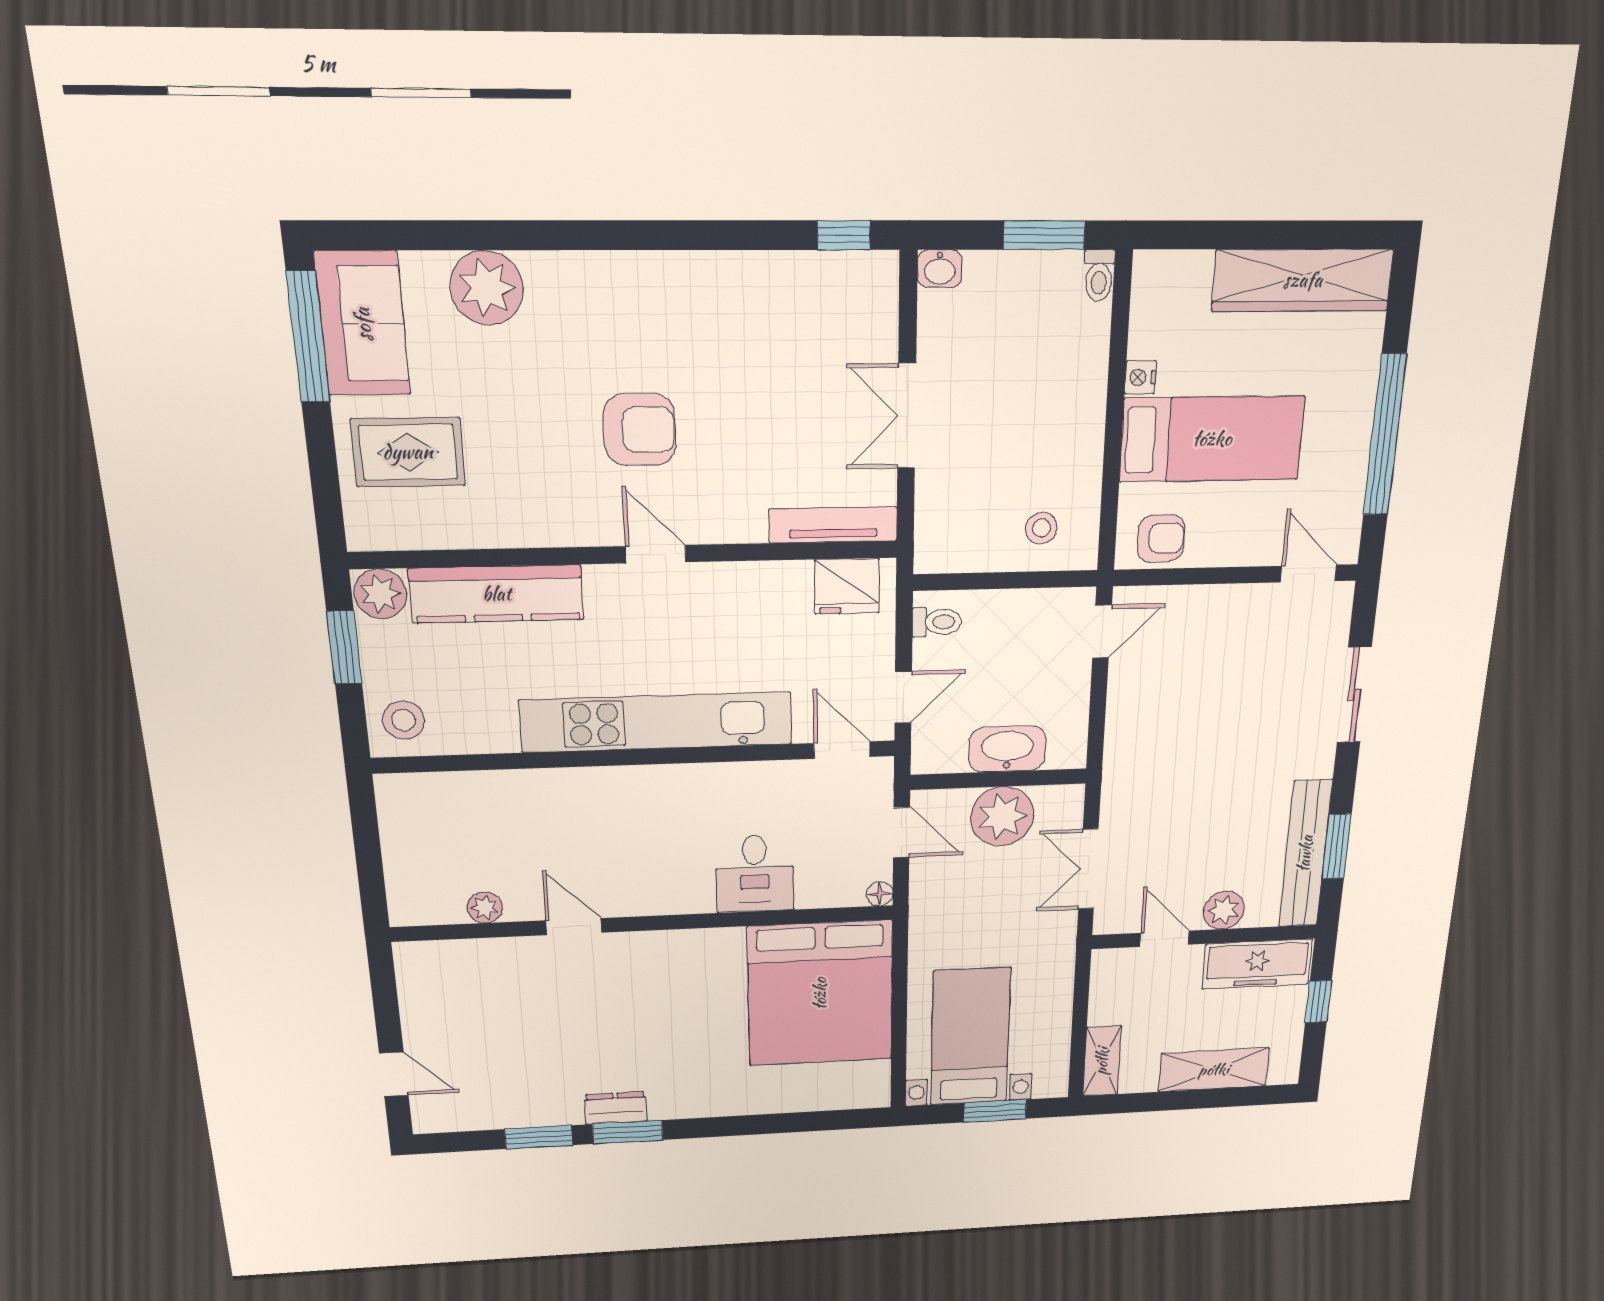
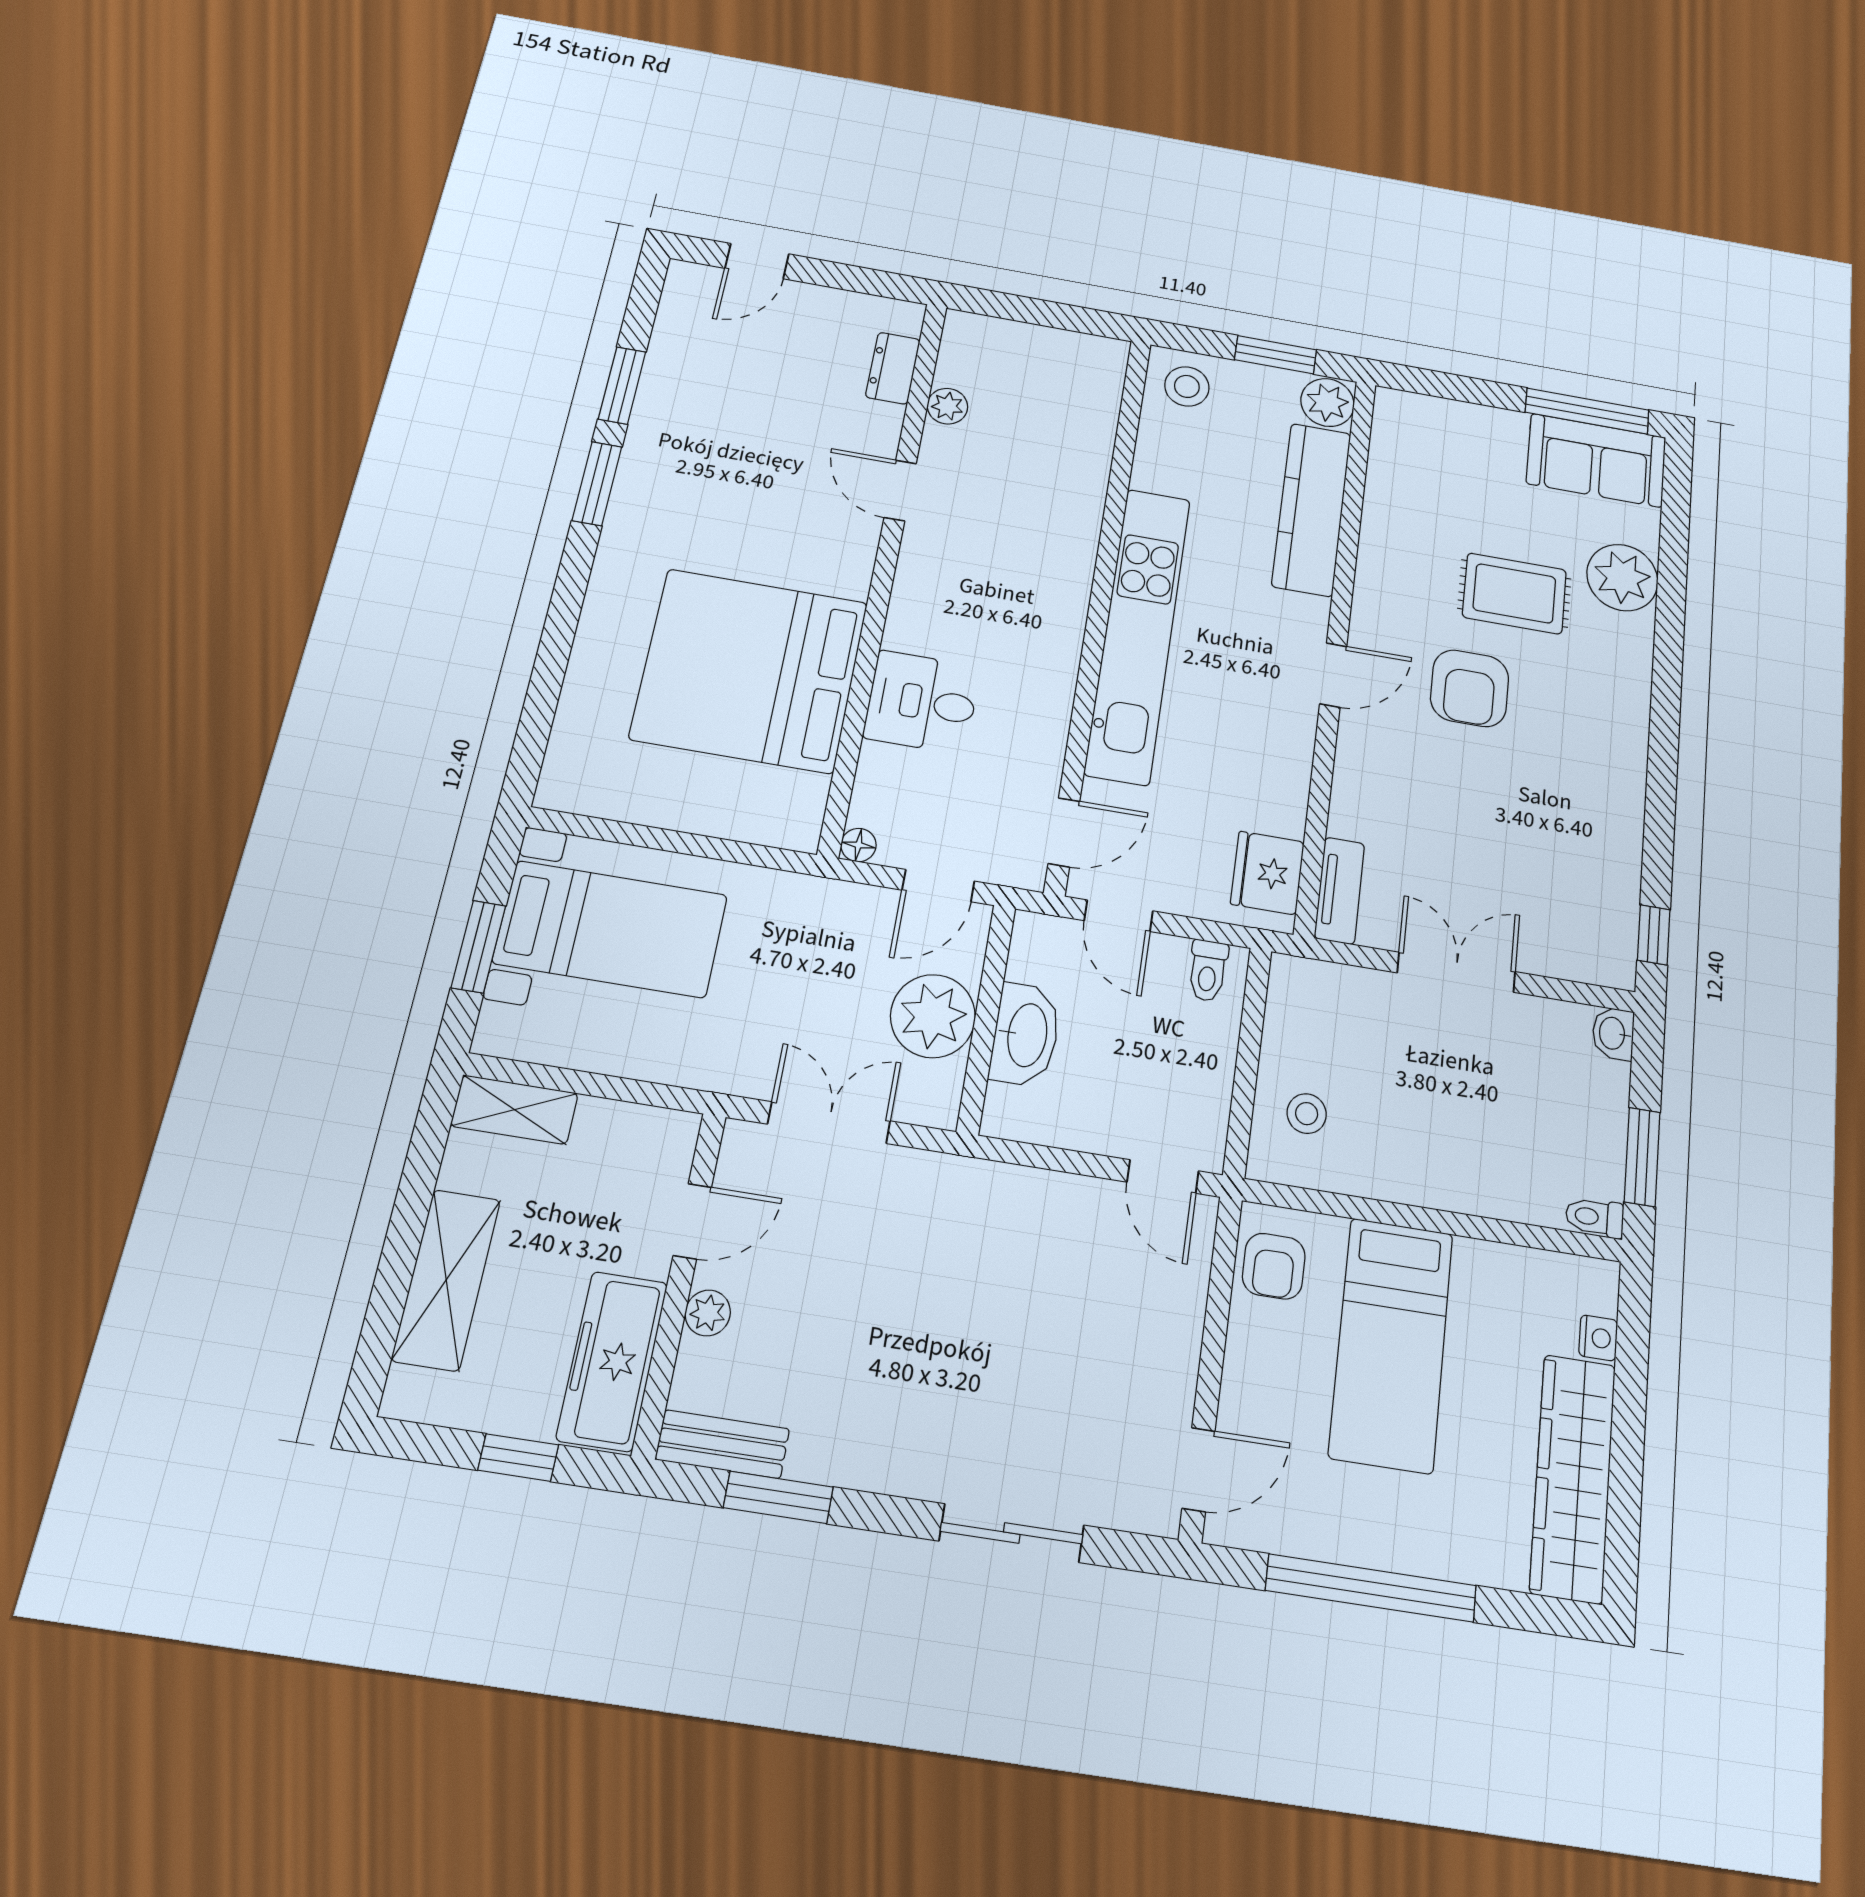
nightstand: (1140, 377) -> (1598, 1338), moved, turned 90
rug: (408, 452) -> (1514, 593), moved, turned 90
tv unit: (833, 525) -> (1340, 891), width x0.71
bench: (1305, 854) -> (722, 1444), width x0.54, depth x0.82
plant: (1224, 910) -> (708, 1313), width x0.73, depth x0.73
door: (574, 927) -> (900, 490), swing flipped
bed: (820, 994) -> (750, 670), moved
dresser: (616, 1108) -> (893, 368), moved, turned 180

